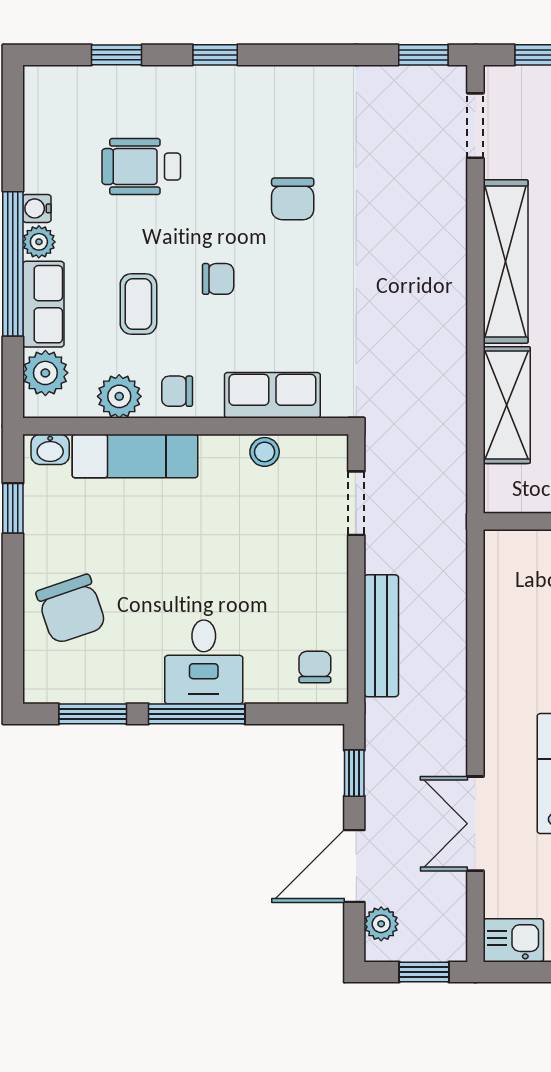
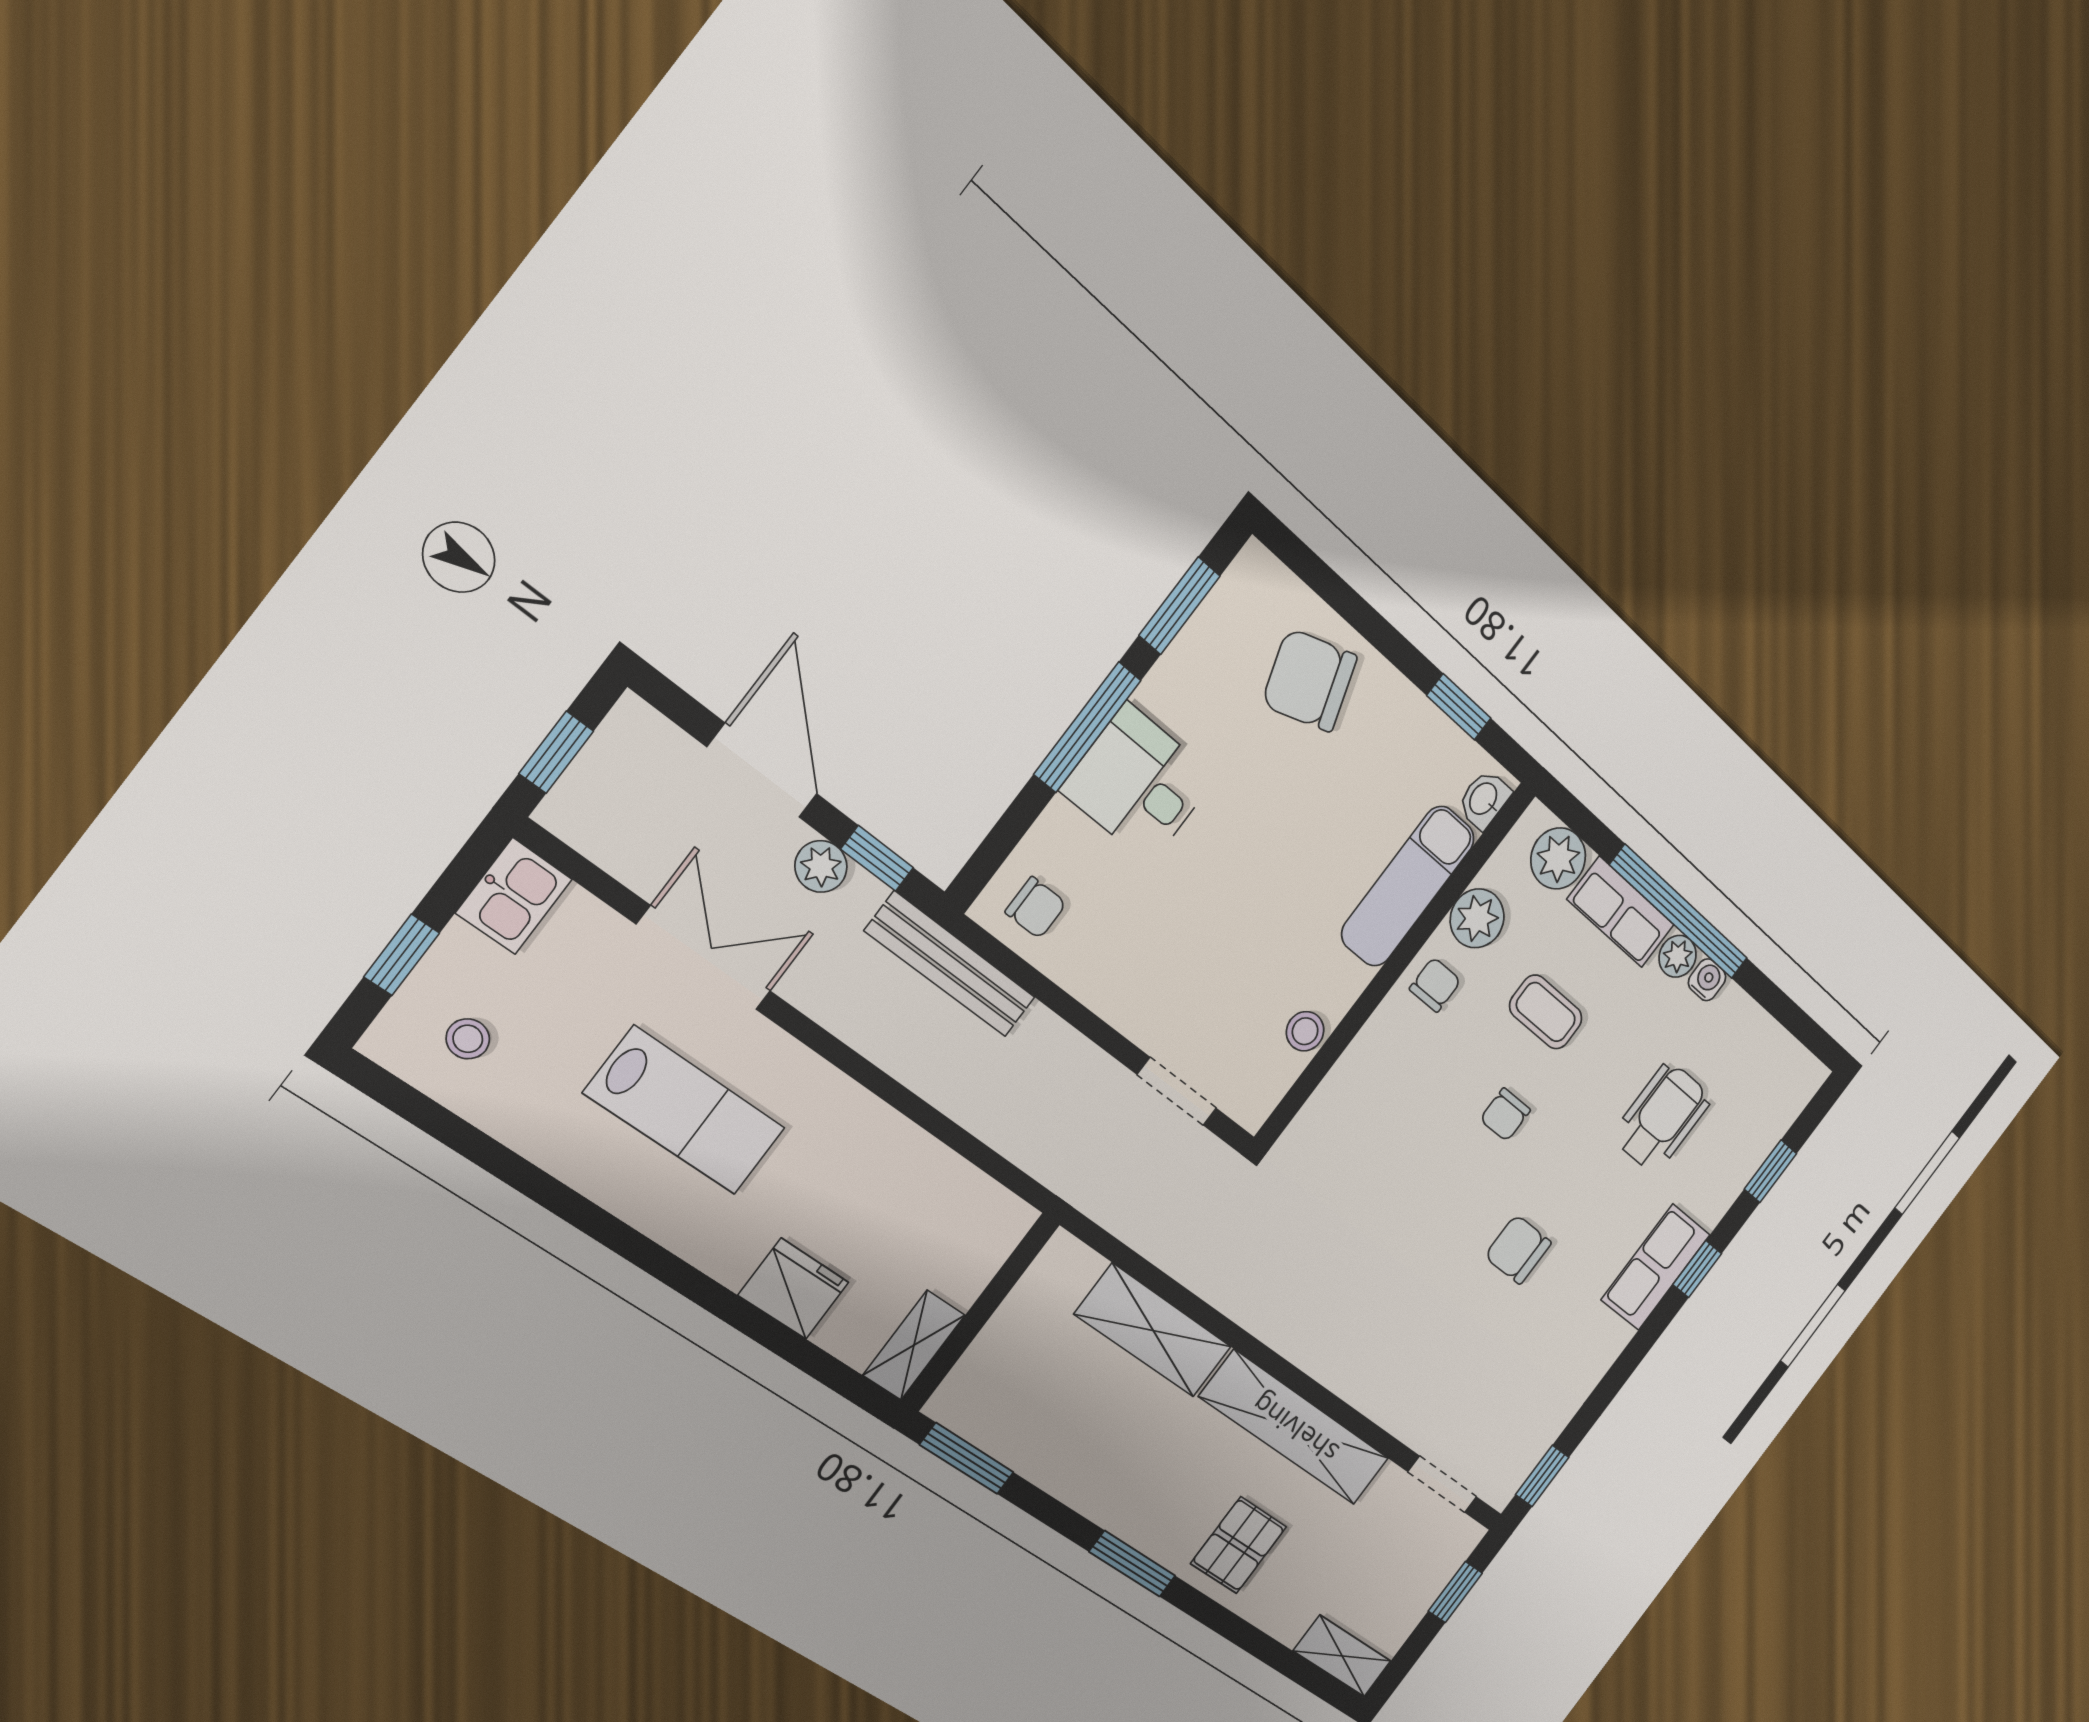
row of seats: (272, 395) -> (1656, 1267), moved, turned 180
bench: (381, 636) -> (951, 964), moved
plant: (381, 924) -> (821, 866), moved

